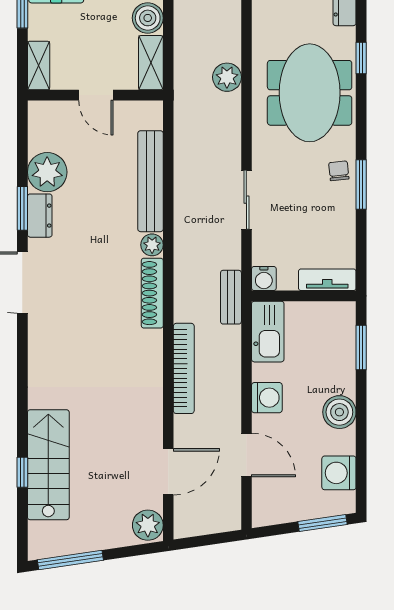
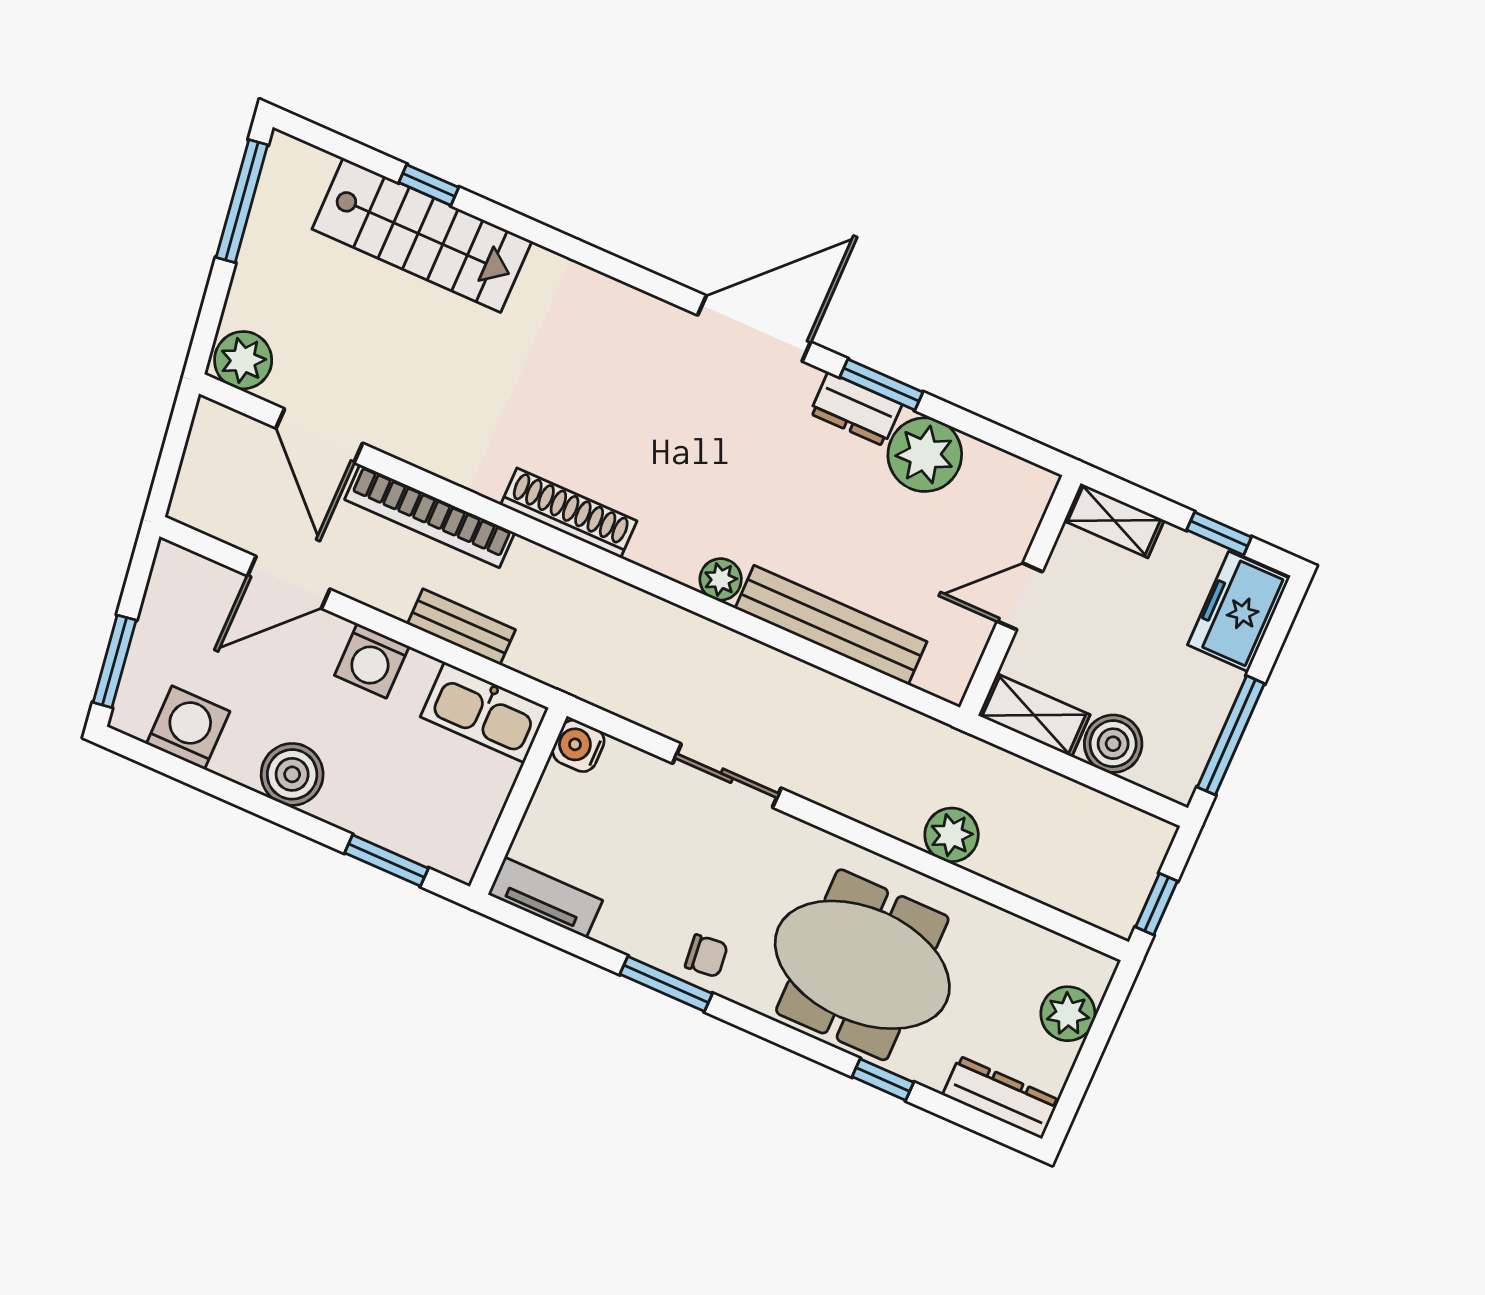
tv unit: (327, 280) -> (545, 897), moved, turned -90
shoe rack: (152, 293) -> (569, 513), moved
bench: (231, 297) -> (461, 627), moved
bookcase: (184, 368) -> (430, 516), moved

